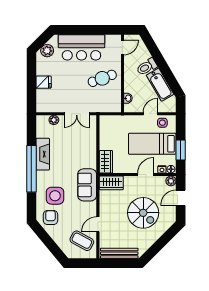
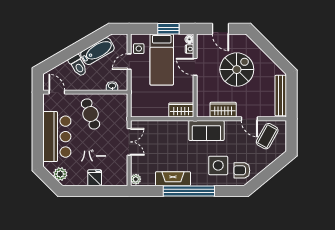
door: (150, 114) -> (129, 62), hinge flipped
plant: (54, 120) -> (136, 179), moved
plant: (171, 181) -> (202, 39), removed
wardrobe: (111, 183) -> (223, 110), moved, turned -90

